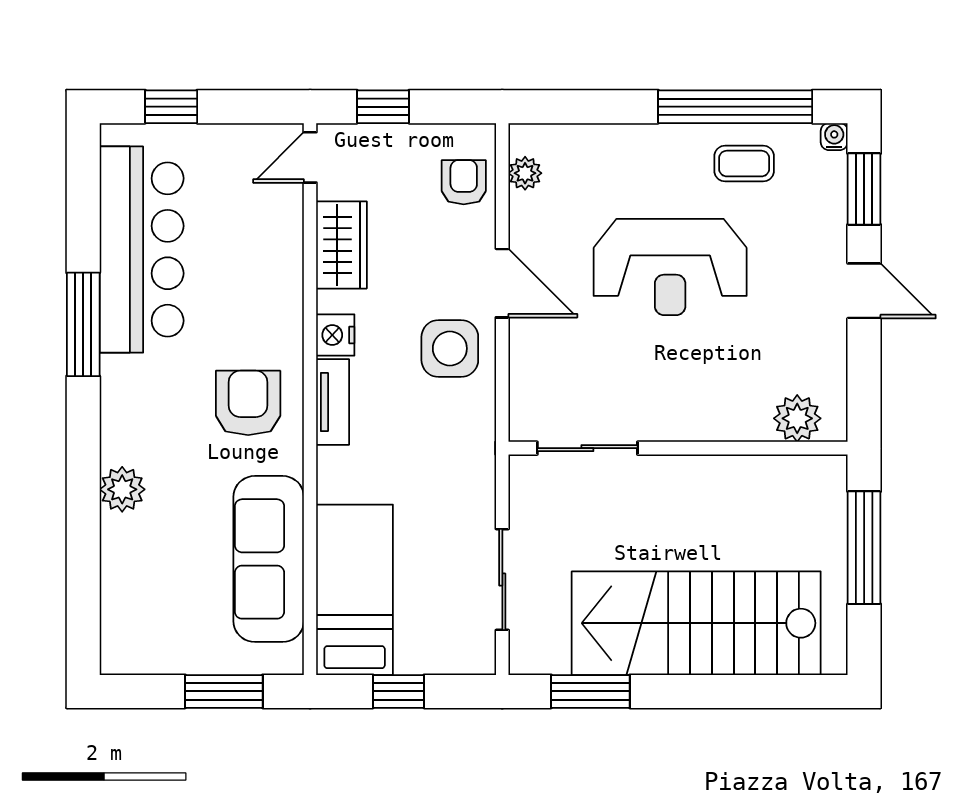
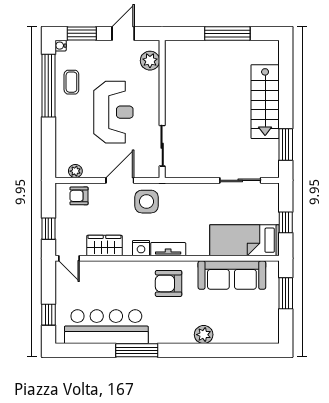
plant: (797, 418) -> (150, 61), moved
sliding door: (587, 448) -> (162, 146), moved
wall: (678, 448) -> (162, 109), moved
stairs: (696, 623) -> (265, 102), width x0.73, depth x0.66

